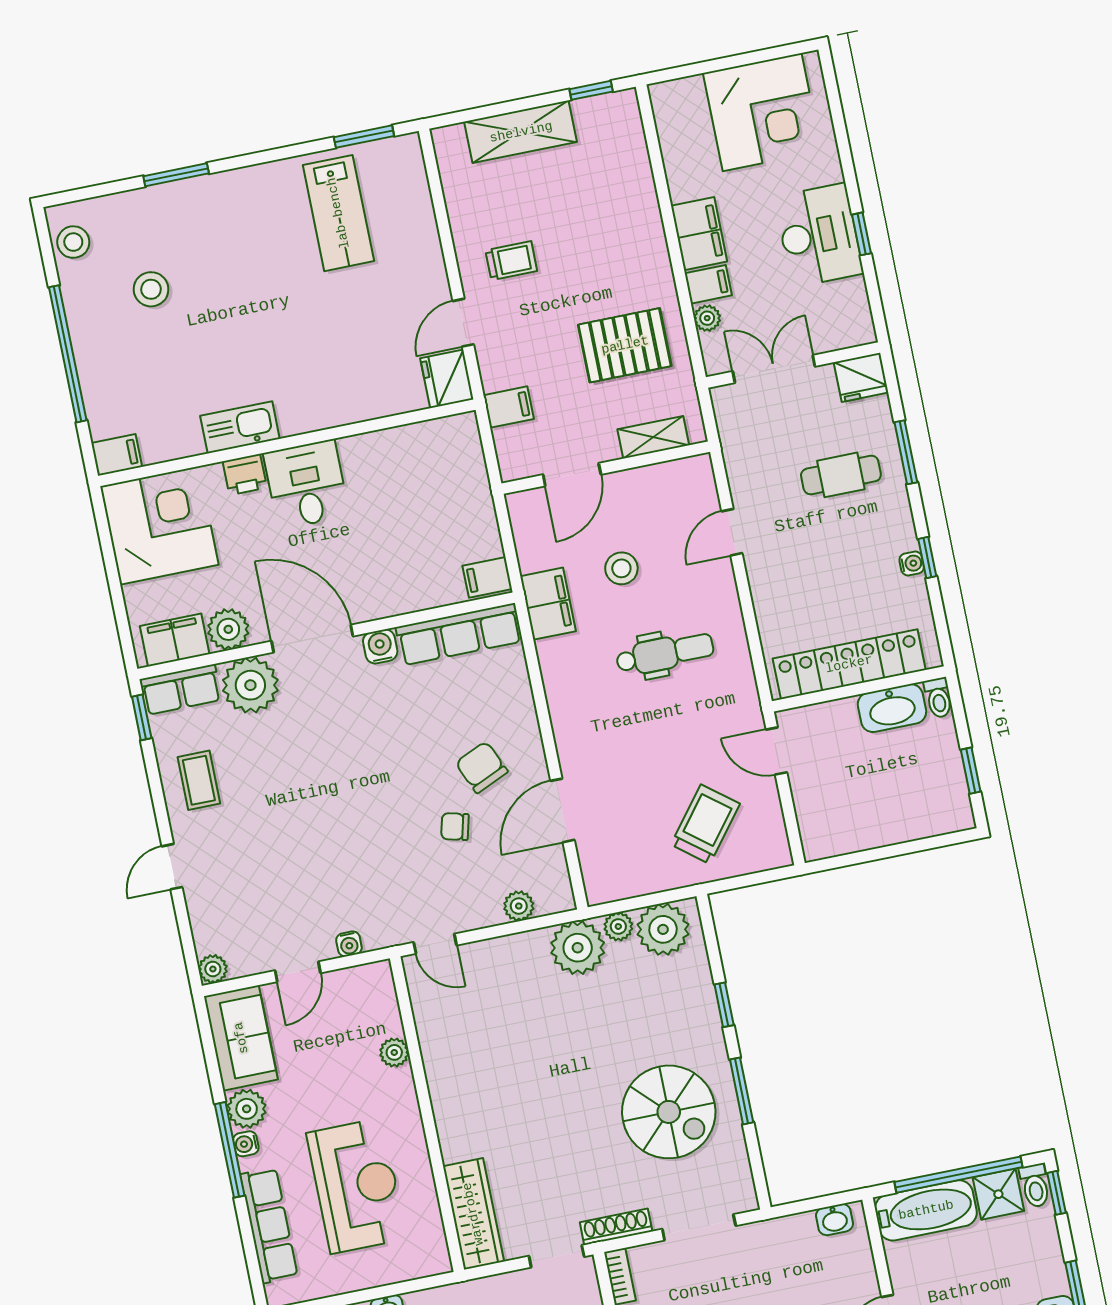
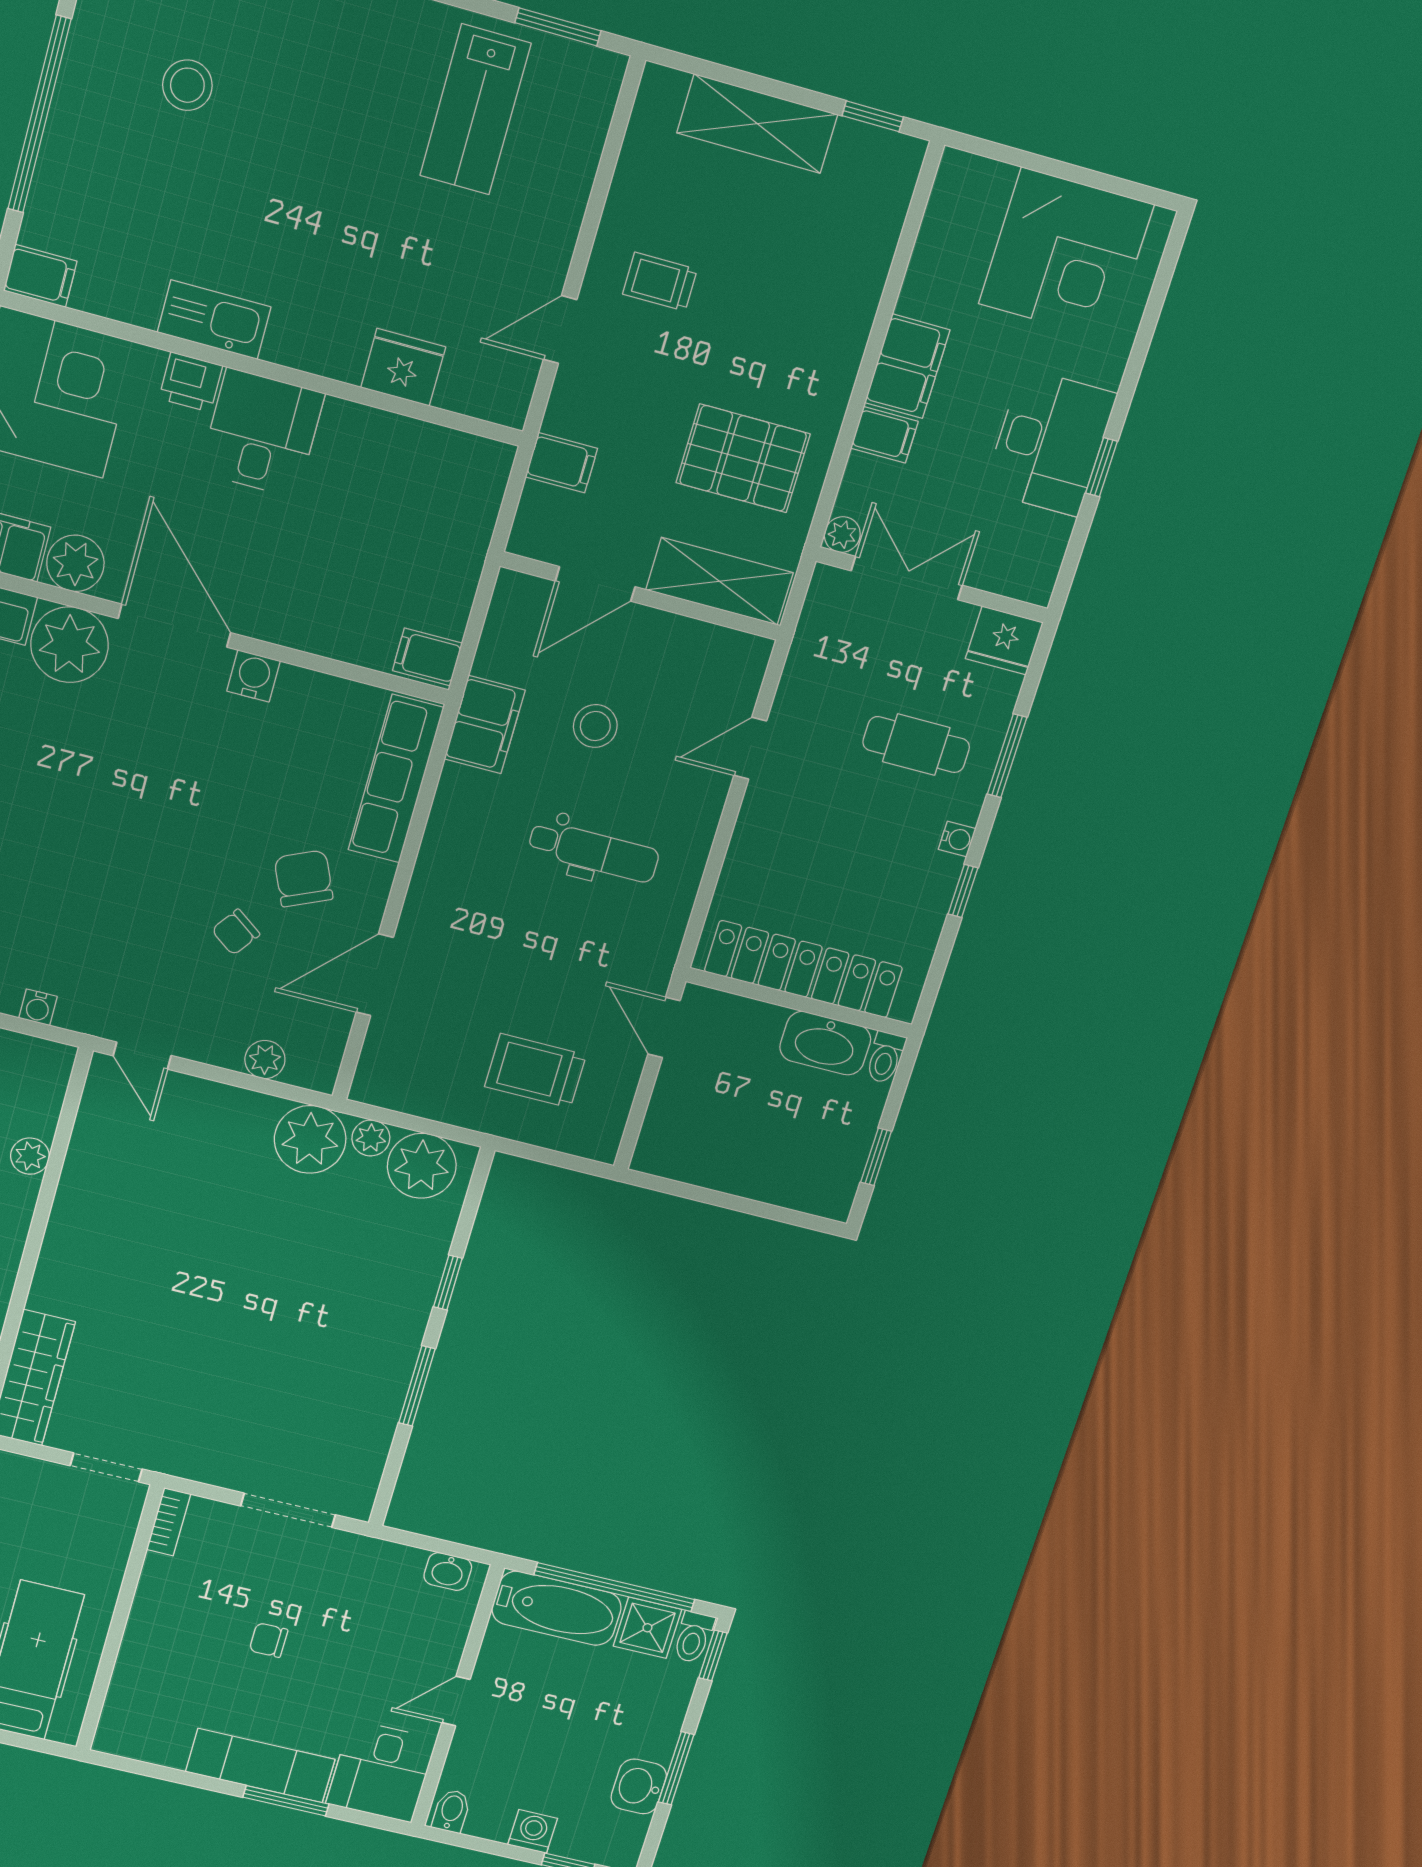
trolley: (511, 261) -> (660, 282), turned 180
plant: (707, 318) -> (842, 535), moved
fridge: (447, 379) -> (403, 367), moved, turned 90
shelving: (653, 437) -> (719, 581), width x1.50, depth x1.33
water cooler: (912, 563) -> (957, 839), moved
row of seats: (459, 634) -> (396, 779), moved, turned 90
trolley: (705, 824) -> (535, 1071), turned -128
chair: (455, 827) -> (236, 932), turned -68
spiral stairs: (669, 1112) -> (320, 1370), removed
shoe rack: (616, 1227) -> (192, 1467), removed

